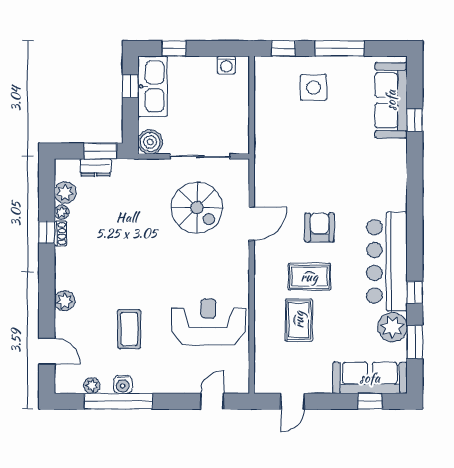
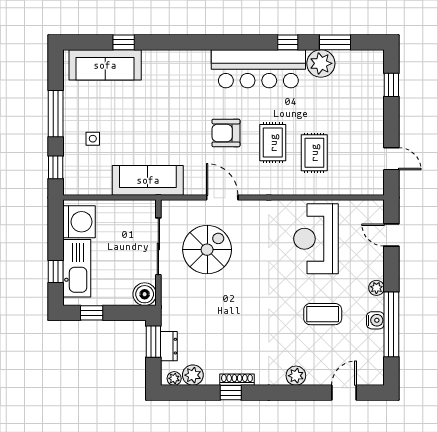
washing machine: (226, 65) -> (79, 222), width x1.89, depth x1.89
kitchen sink: (153, 86) -> (77, 268), moved, turned 90
side table: (313, 87) -> (93, 139), width x0.54, depth x0.54
plant: (62, 212) -> (174, 378), moved
shoe rack: (60, 234) -> (237, 380), width x1.43
rug: (299, 320) -> (314, 153), turned 90
sofa: (370, 378) -> (148, 180), moved, turned 90
plant: (92, 386) -> (376, 288), moved

